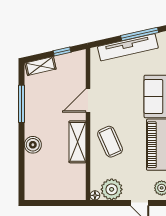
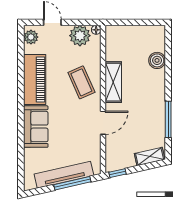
window: (140, 34) -> (72, 183), moved
window: (62, 51) -> (117, 173), moved
boiler: (33, 145) -> (157, 60), moved

